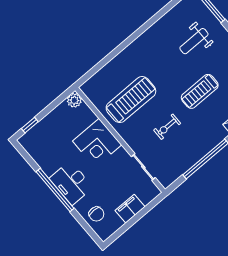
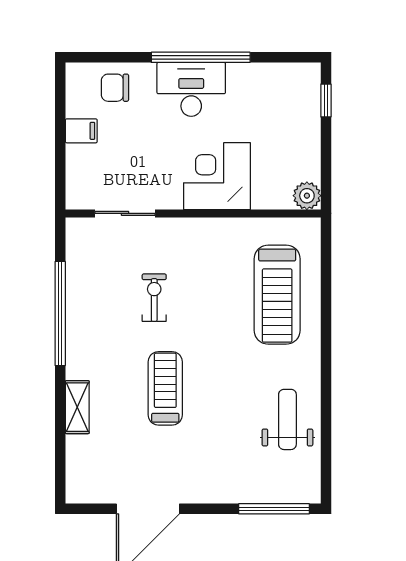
weight bench: (194, 41) -> (287, 419), moved
treadmill: (131, 100) -> (277, 295), moved
filing cabinet: (130, 209) -> (81, 131), width x0.50

